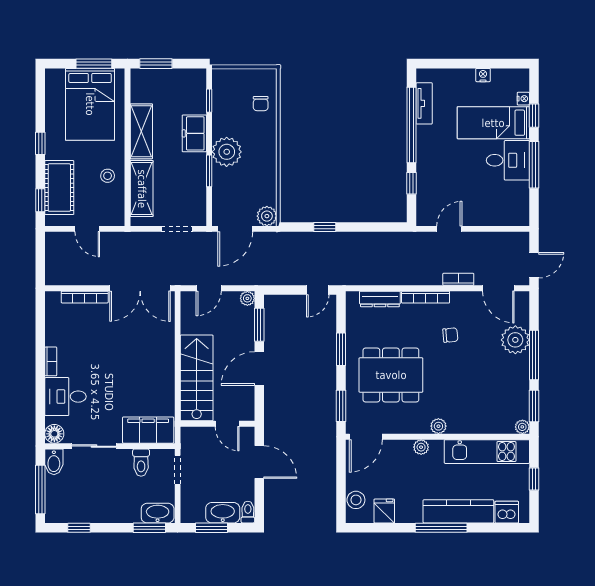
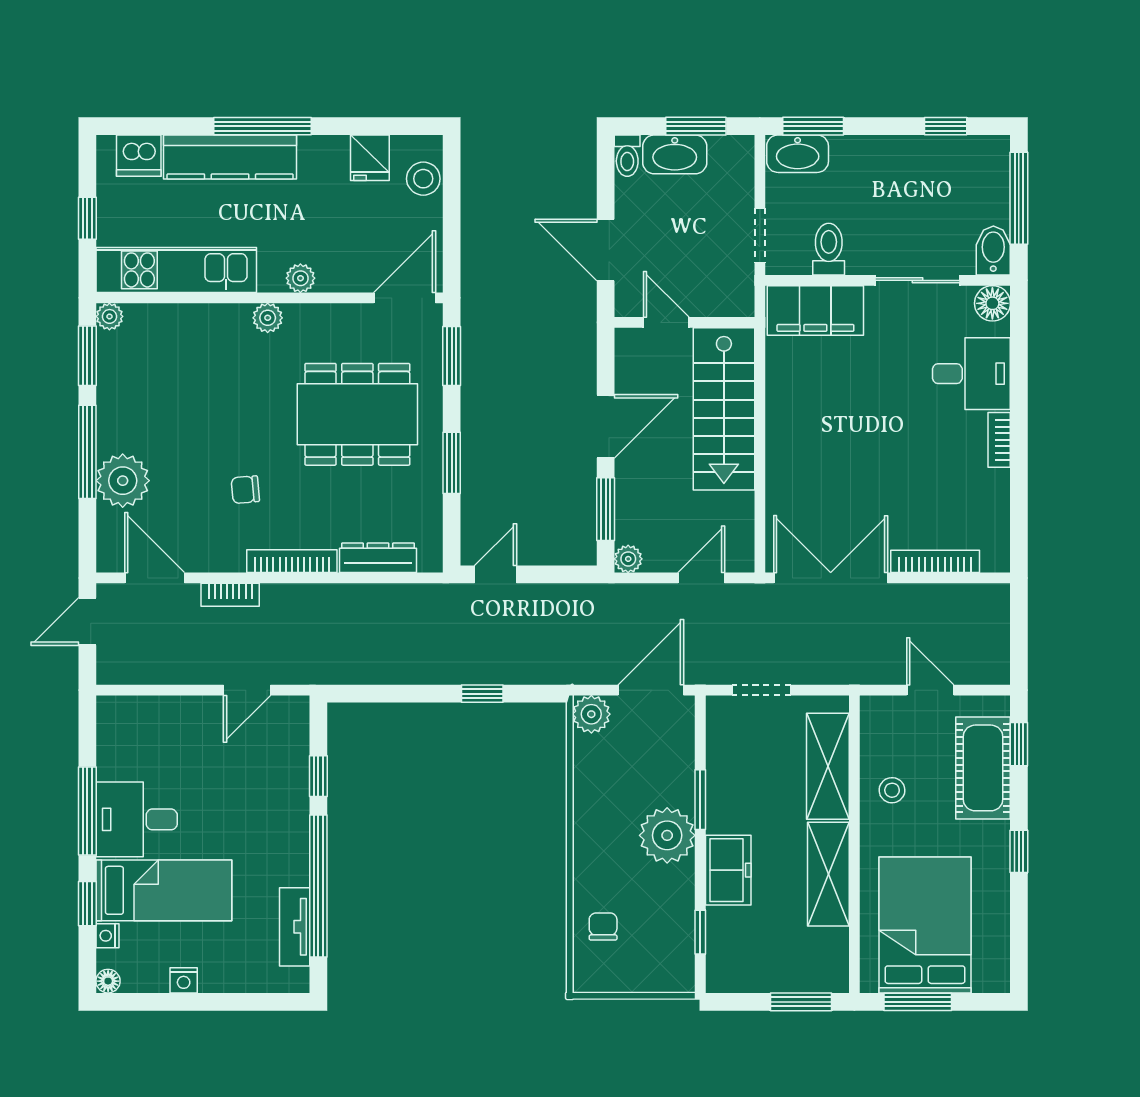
floor lamp: (523, 75) -> (108, 981), added

